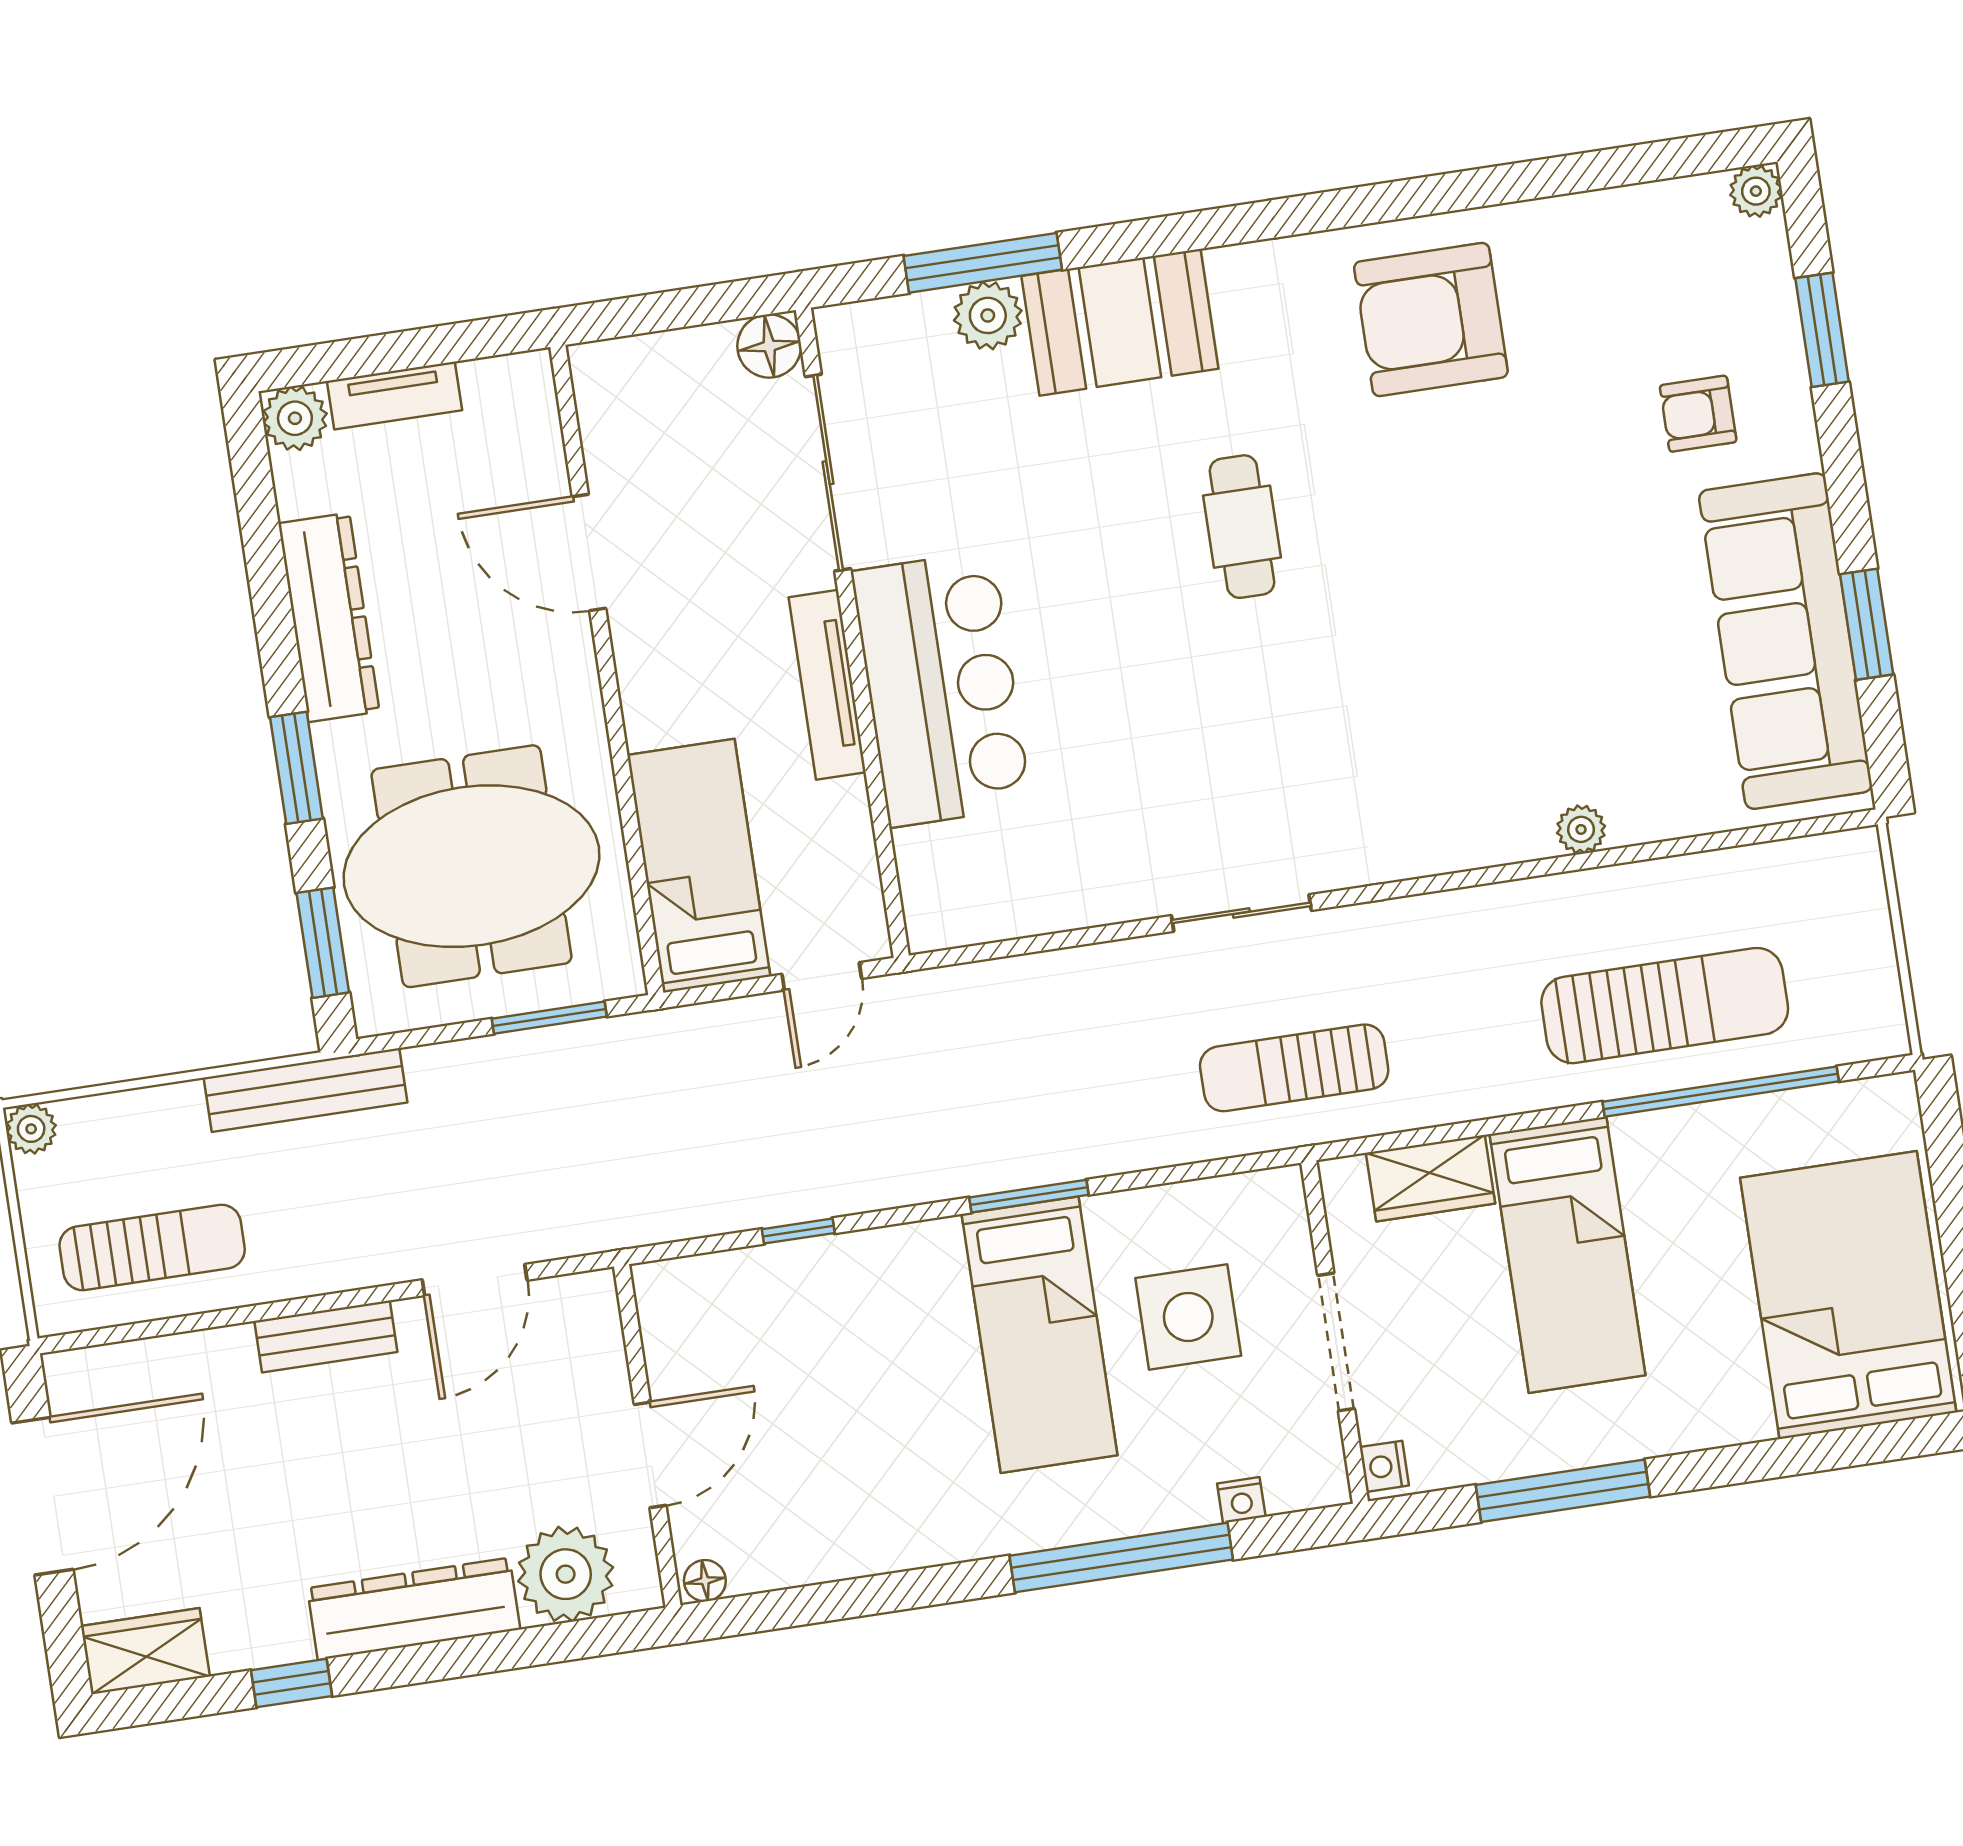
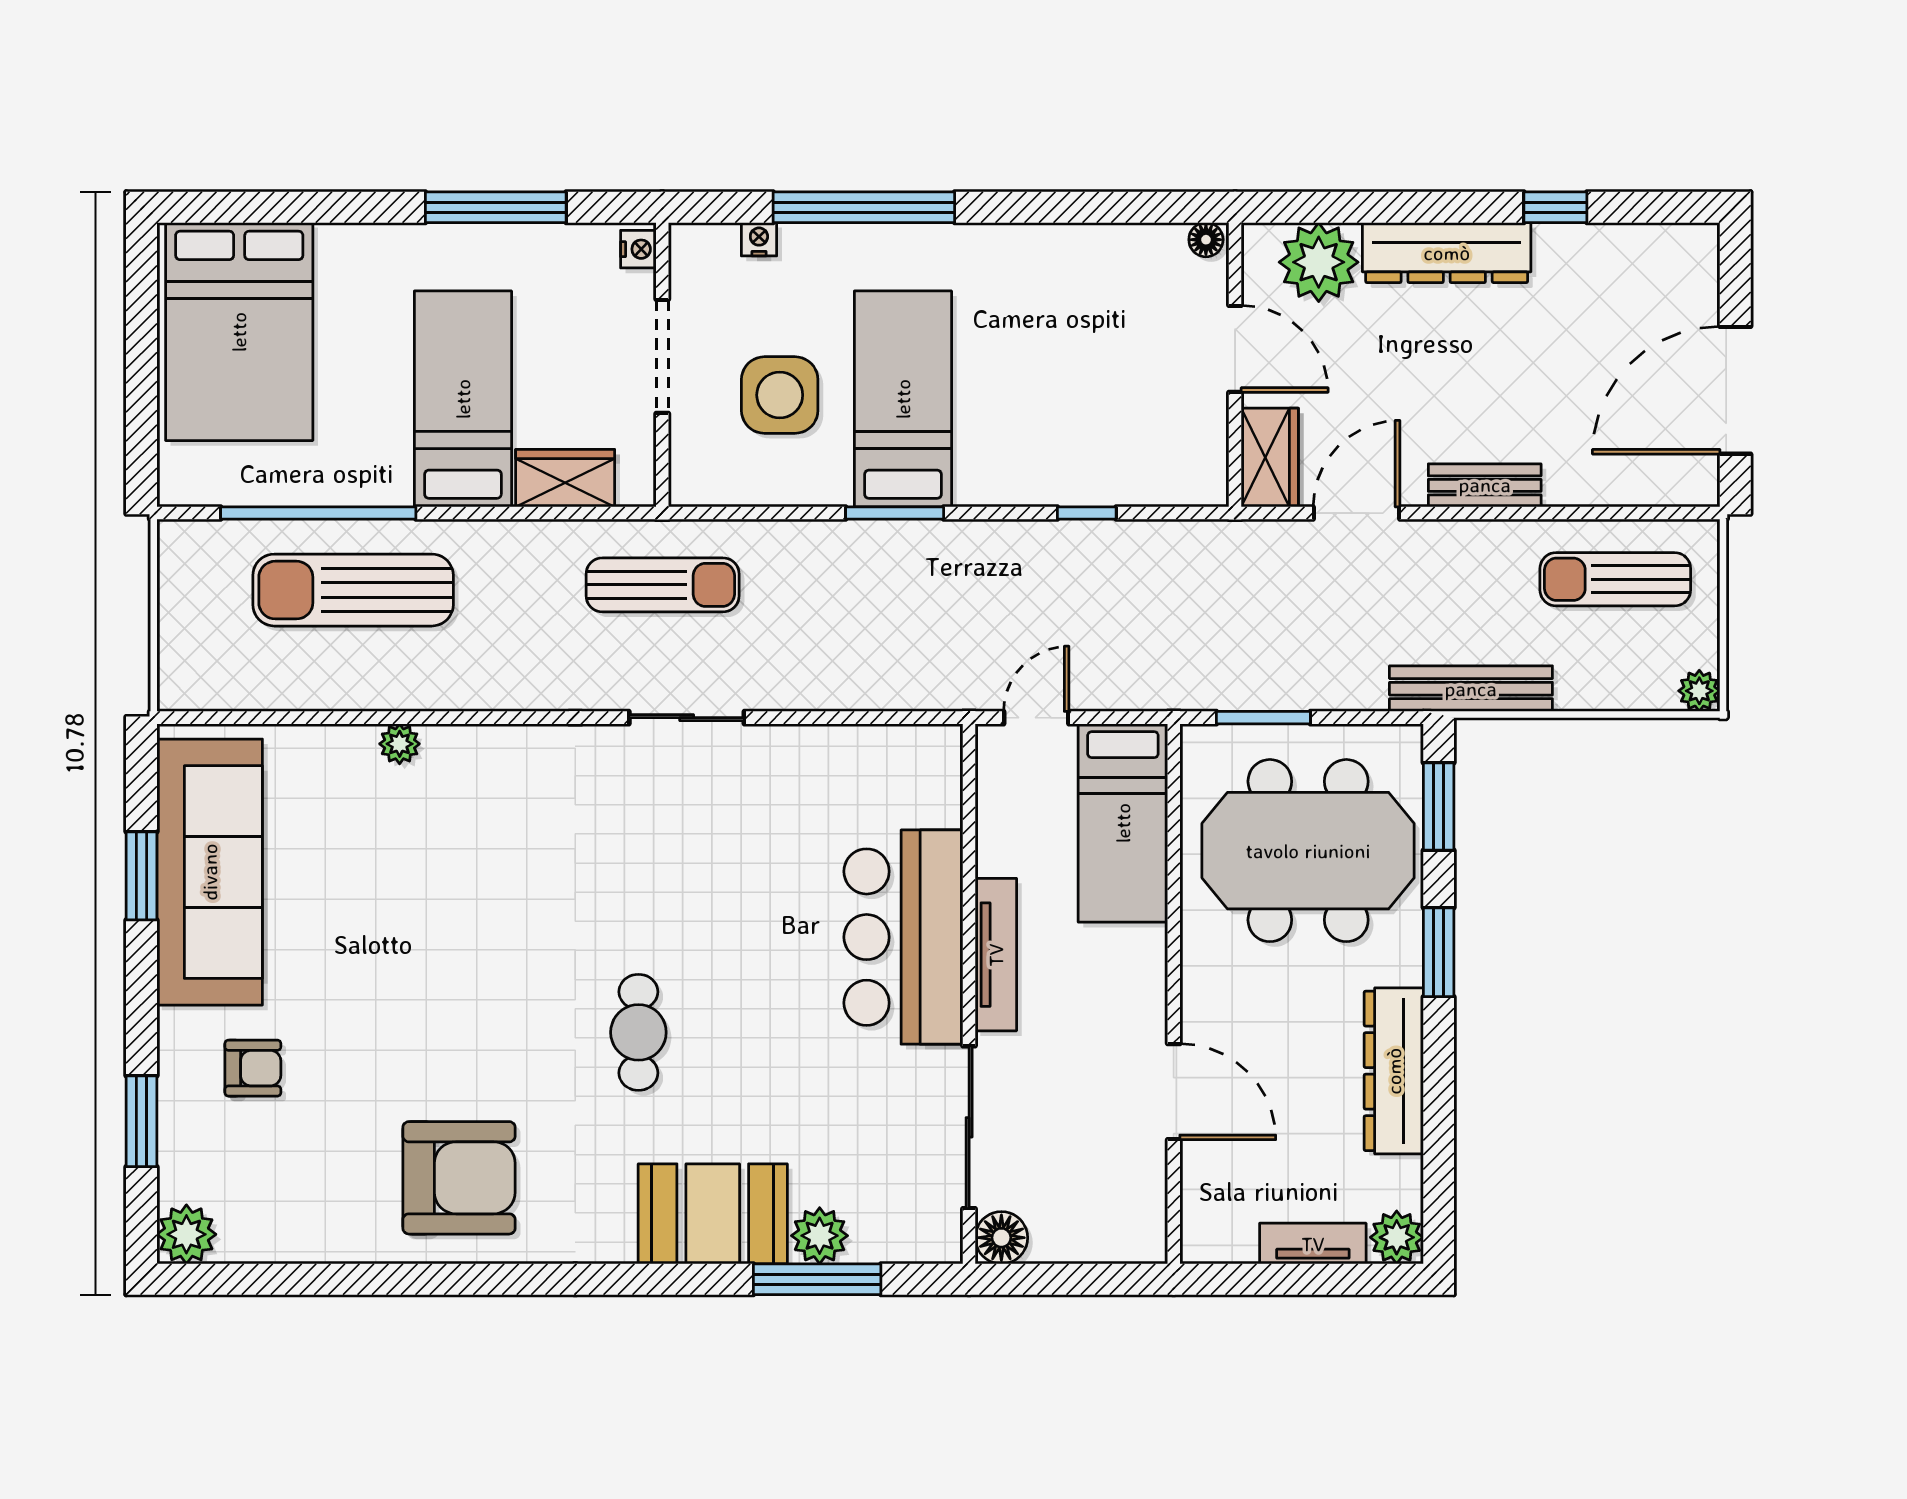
plant: (1756, 191) -> (186, 1234), width x1.38, depth x1.38
door: (650, 1455) -> (1235, 349), swing flipped
wardrobe: (145, 1651) -> (1270, 458), moved, turned -90

